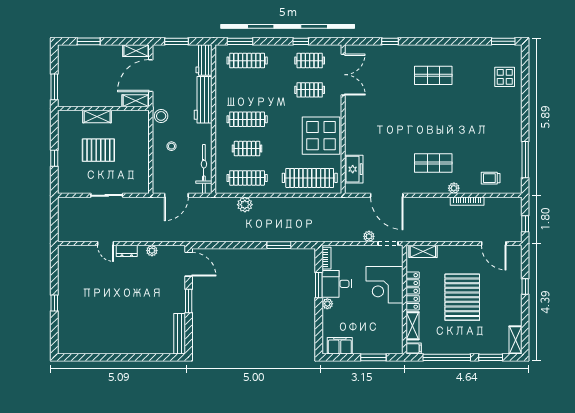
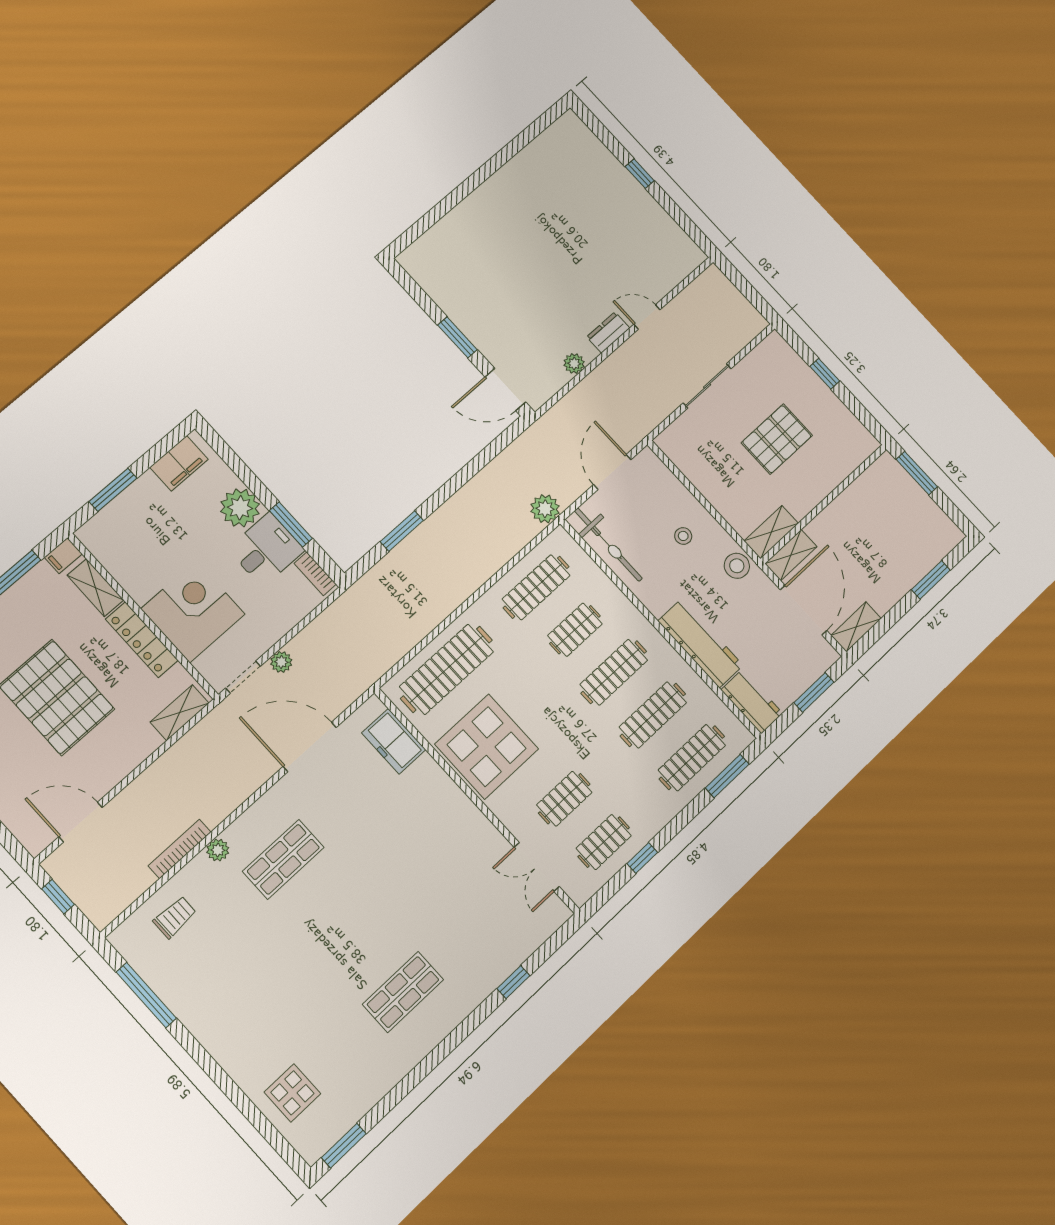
double door: (343, 75) -> (537, 867), width x0.73
clothes rail: (247, 90) -> (653, 715), added
shelving: (97, 116) -> (771, 532), moved
plant: (245, 205) -> (545, 509), moved
plant: (327, 304) -> (240, 508), width x1.88, depth x1.88
bench: (180, 334) -> (428, 280), removed

